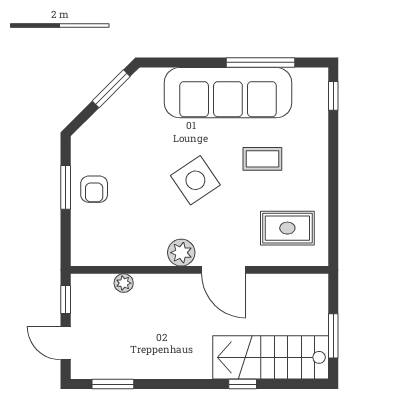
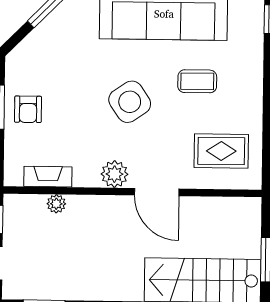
fireplace: (115, 256) -> (48, 177), added

